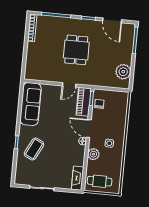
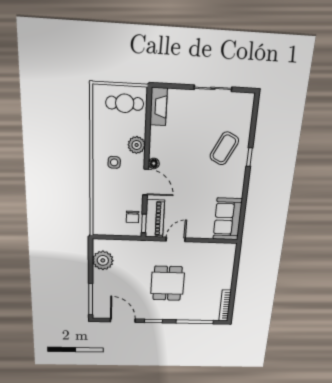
sofa: (31, 104) -> (228, 219), width x0.73

